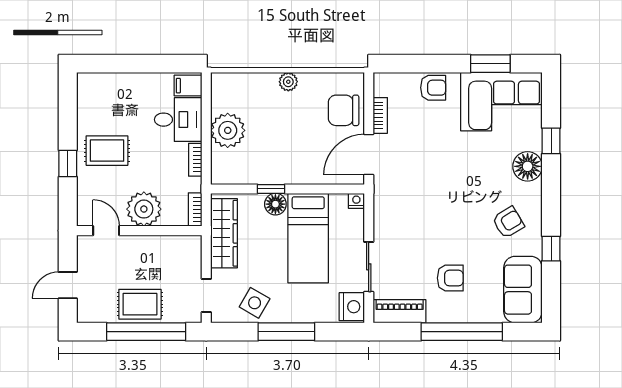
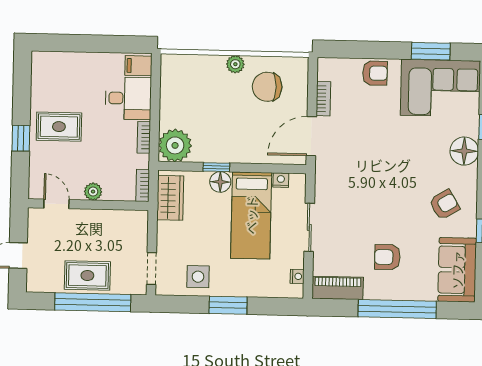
chair: (344, 110) -> (267, 87), moved
plant: (228, 130) -> (175, 145), moved
nightstand: (356, 201) -> (281, 180), moved
plant: (144, 209) -> (93, 192), width x0.53, depth x0.53
wardrobe: (224, 233) -> (170, 198), width x0.67
sliding door: (369, 267) -> (309, 227), moved
armchair: (450, 278) -> (387, 257), turned 180
side table: (255, 303) -> (198, 277), turned -30
nightstand: (352, 307) -> (297, 276), width x0.53, depth x0.56
window: (286, 332) -> (228, 305), width x0.69

